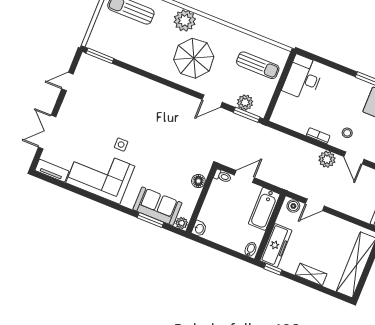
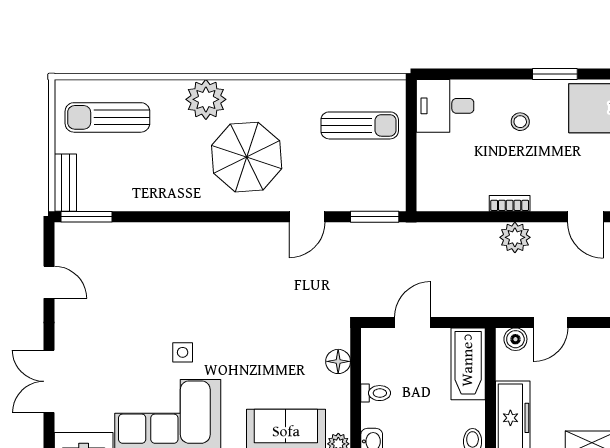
bench: (96, 34) -> (65, 183), added
desk: (303, 78) -> (445, 106), width x0.73
door: (67, 82) -> (49, 282), swing flipped
plant: (245, 102) -> (363, 197), removed
stool: (347, 133) -> (520, 122), moved
plant: (327, 159) -> (515, 237), moved
toilet: (223, 176) -> (376, 393), moved

